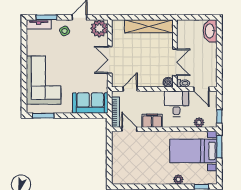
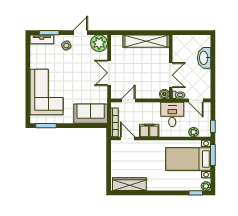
washbasin: (210, 31) -> (204, 58), moved
wardrobe: (131, 177) -> (129, 184), added
plant: (178, 180) -> (206, 186), moved

